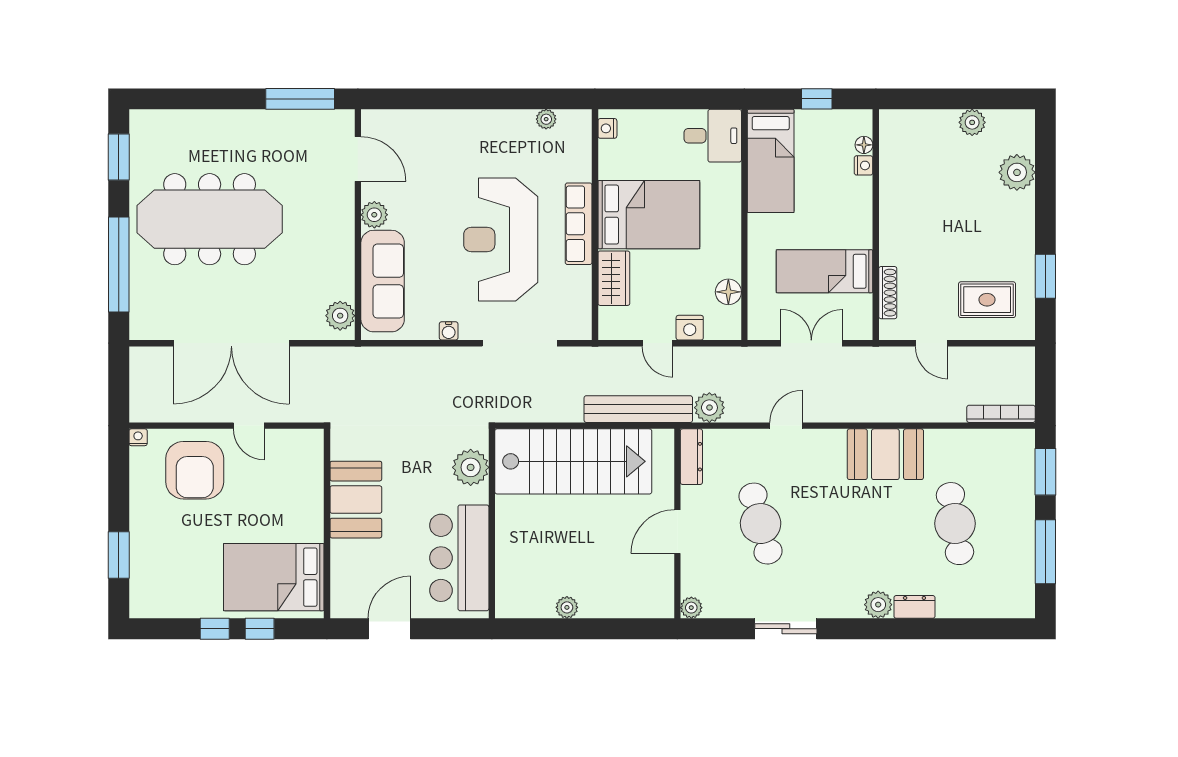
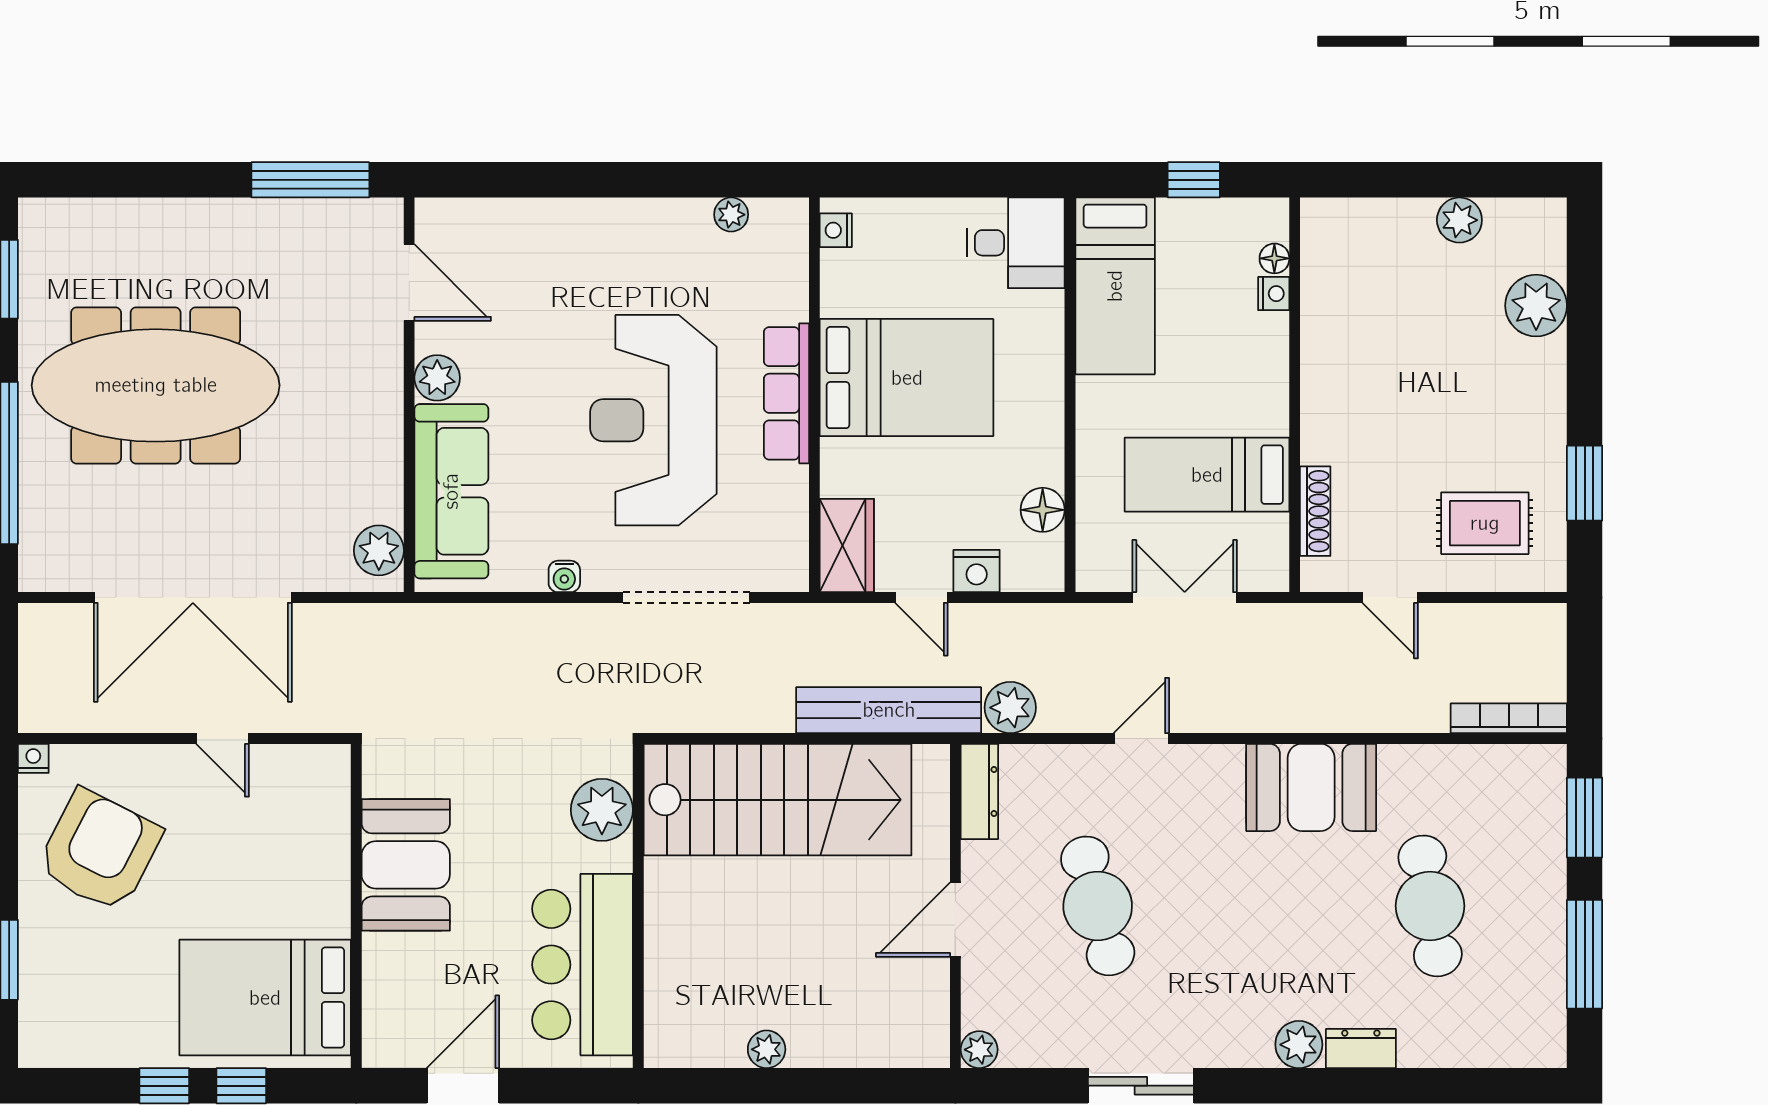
wardrobe: (614, 278) -> (847, 546), moved
armchair: (195, 470) -> (99, 851), moved, turned -153

